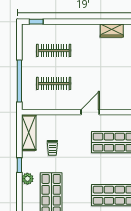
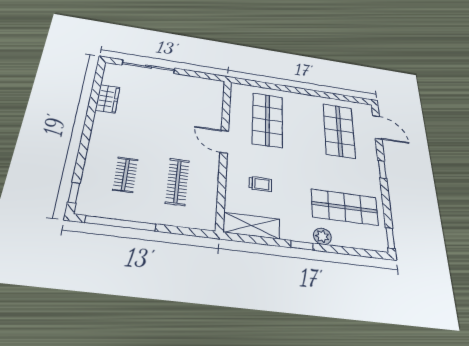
clothes rail: (54, 50) -> (125, 175), width x0.73
window: (19, 81) -> (121, 223), moved
trolley: (52, 148) -> (260, 184), moved

